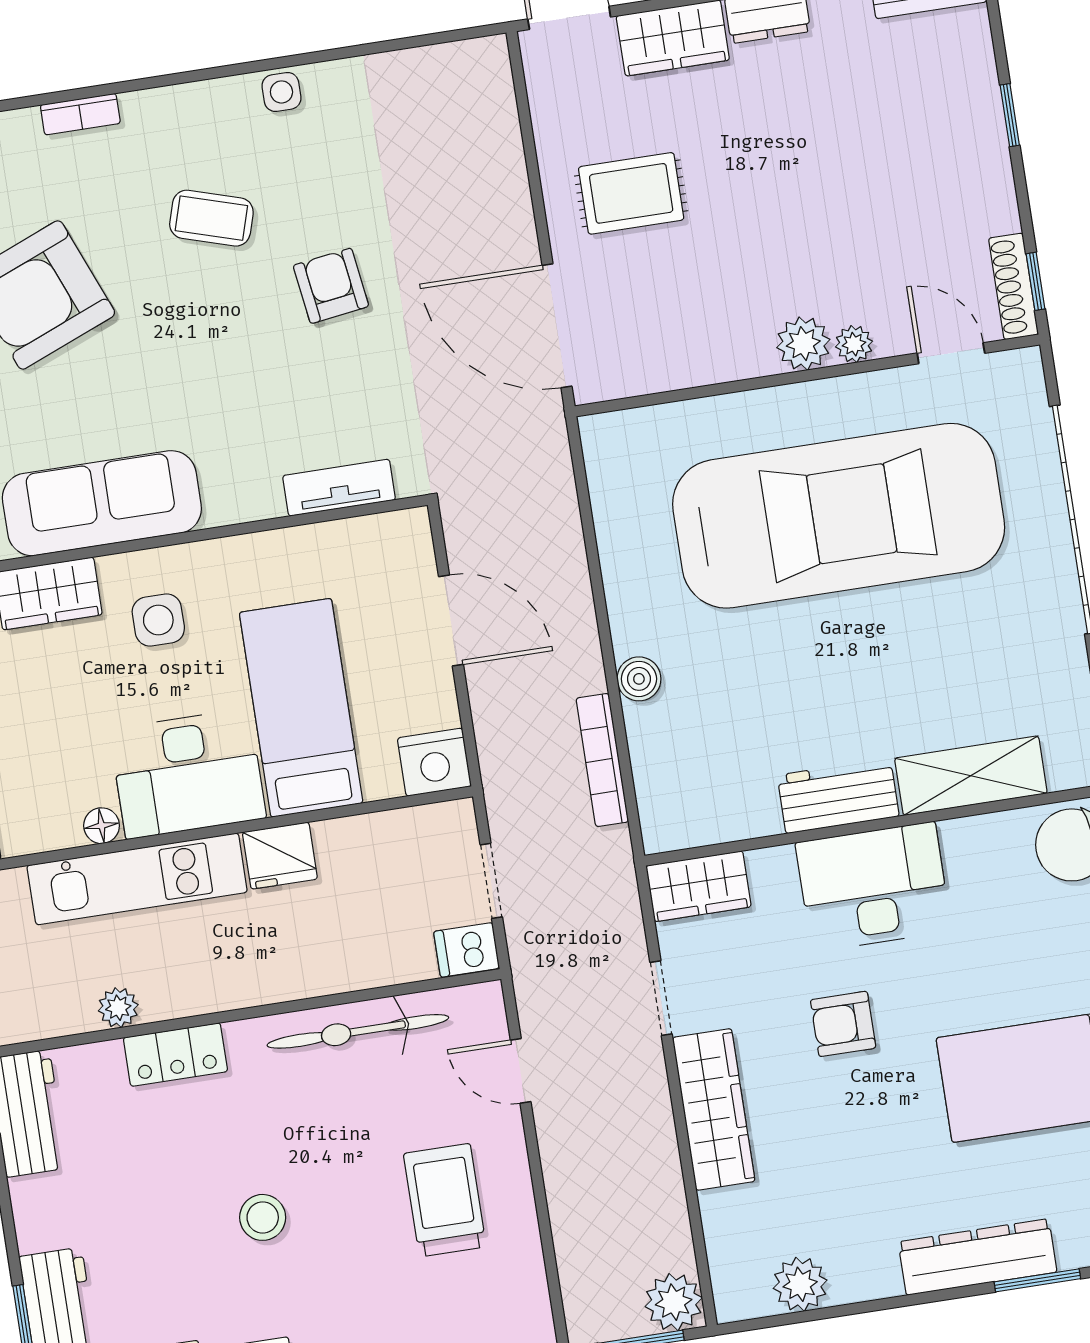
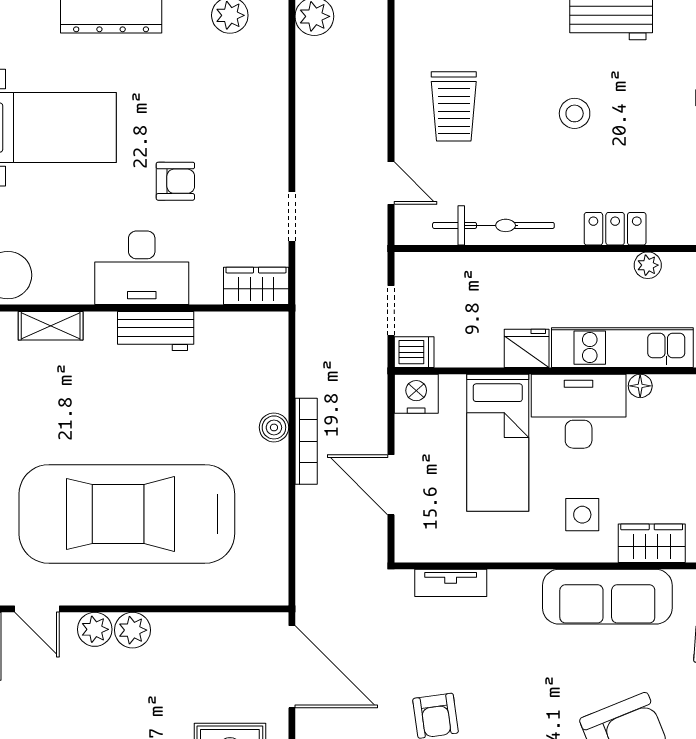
plant: (854, 344) -> (95, 629), width x1.38, depth x1.38
bookcase: (602, 760) -> (306, 441), moved
shelving: (971, 776) -> (51, 326), width x0.67, depth x0.75
dishwasher: (467, 950) -> (414, 352), moved
wardrobe: (714, 1109) -> (269, 138), removed

